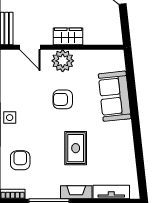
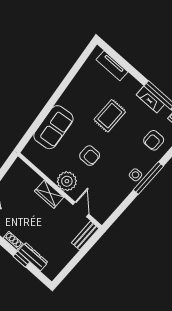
fireplace: (76, 192) -> (150, 100), moved

